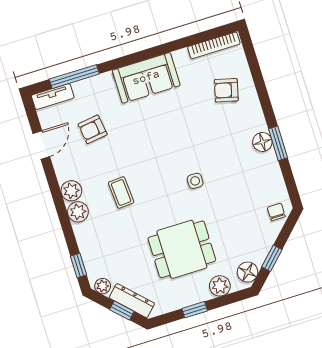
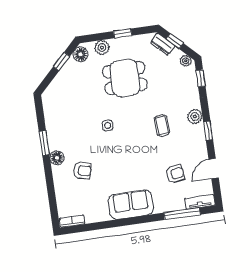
bookcase: (214, 45) -> (72, 221), width x0.64
armchair: (226, 90) -> (82, 170), moved
floor lamp: (262, 142) -> (57, 158), moved
plant: (71, 191) -> (197, 132), removed
window: (57, 195) -> (208, 131), added
chair: (276, 212) -> (53, 94), removed
dresser: (132, 301) -> (163, 44), width x0.70

